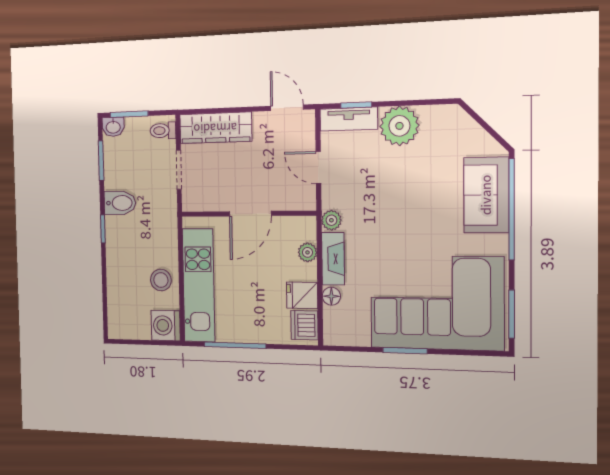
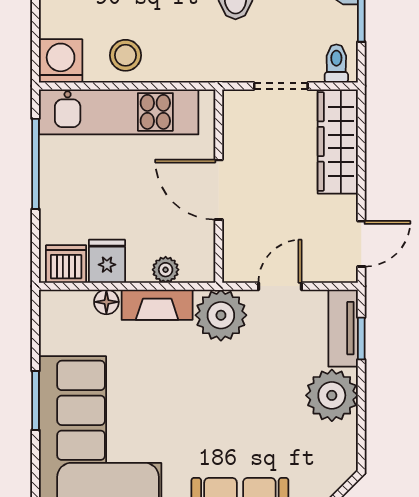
plant: (331, 220) -> (221, 315), width x1.87, depth x1.87

